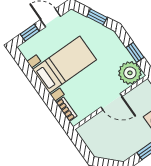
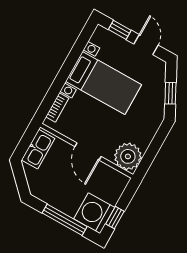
window: (135, 52) -> (152, 151), removed
kitchen sink: (91, 139) -> (38, 149), added

